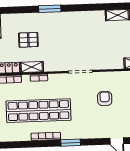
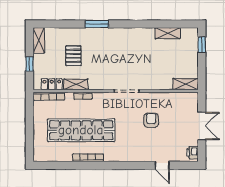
pallet: (28, 40) -> (73, 56), turned 90
window: (71, 143) -> (114, 165), removed

